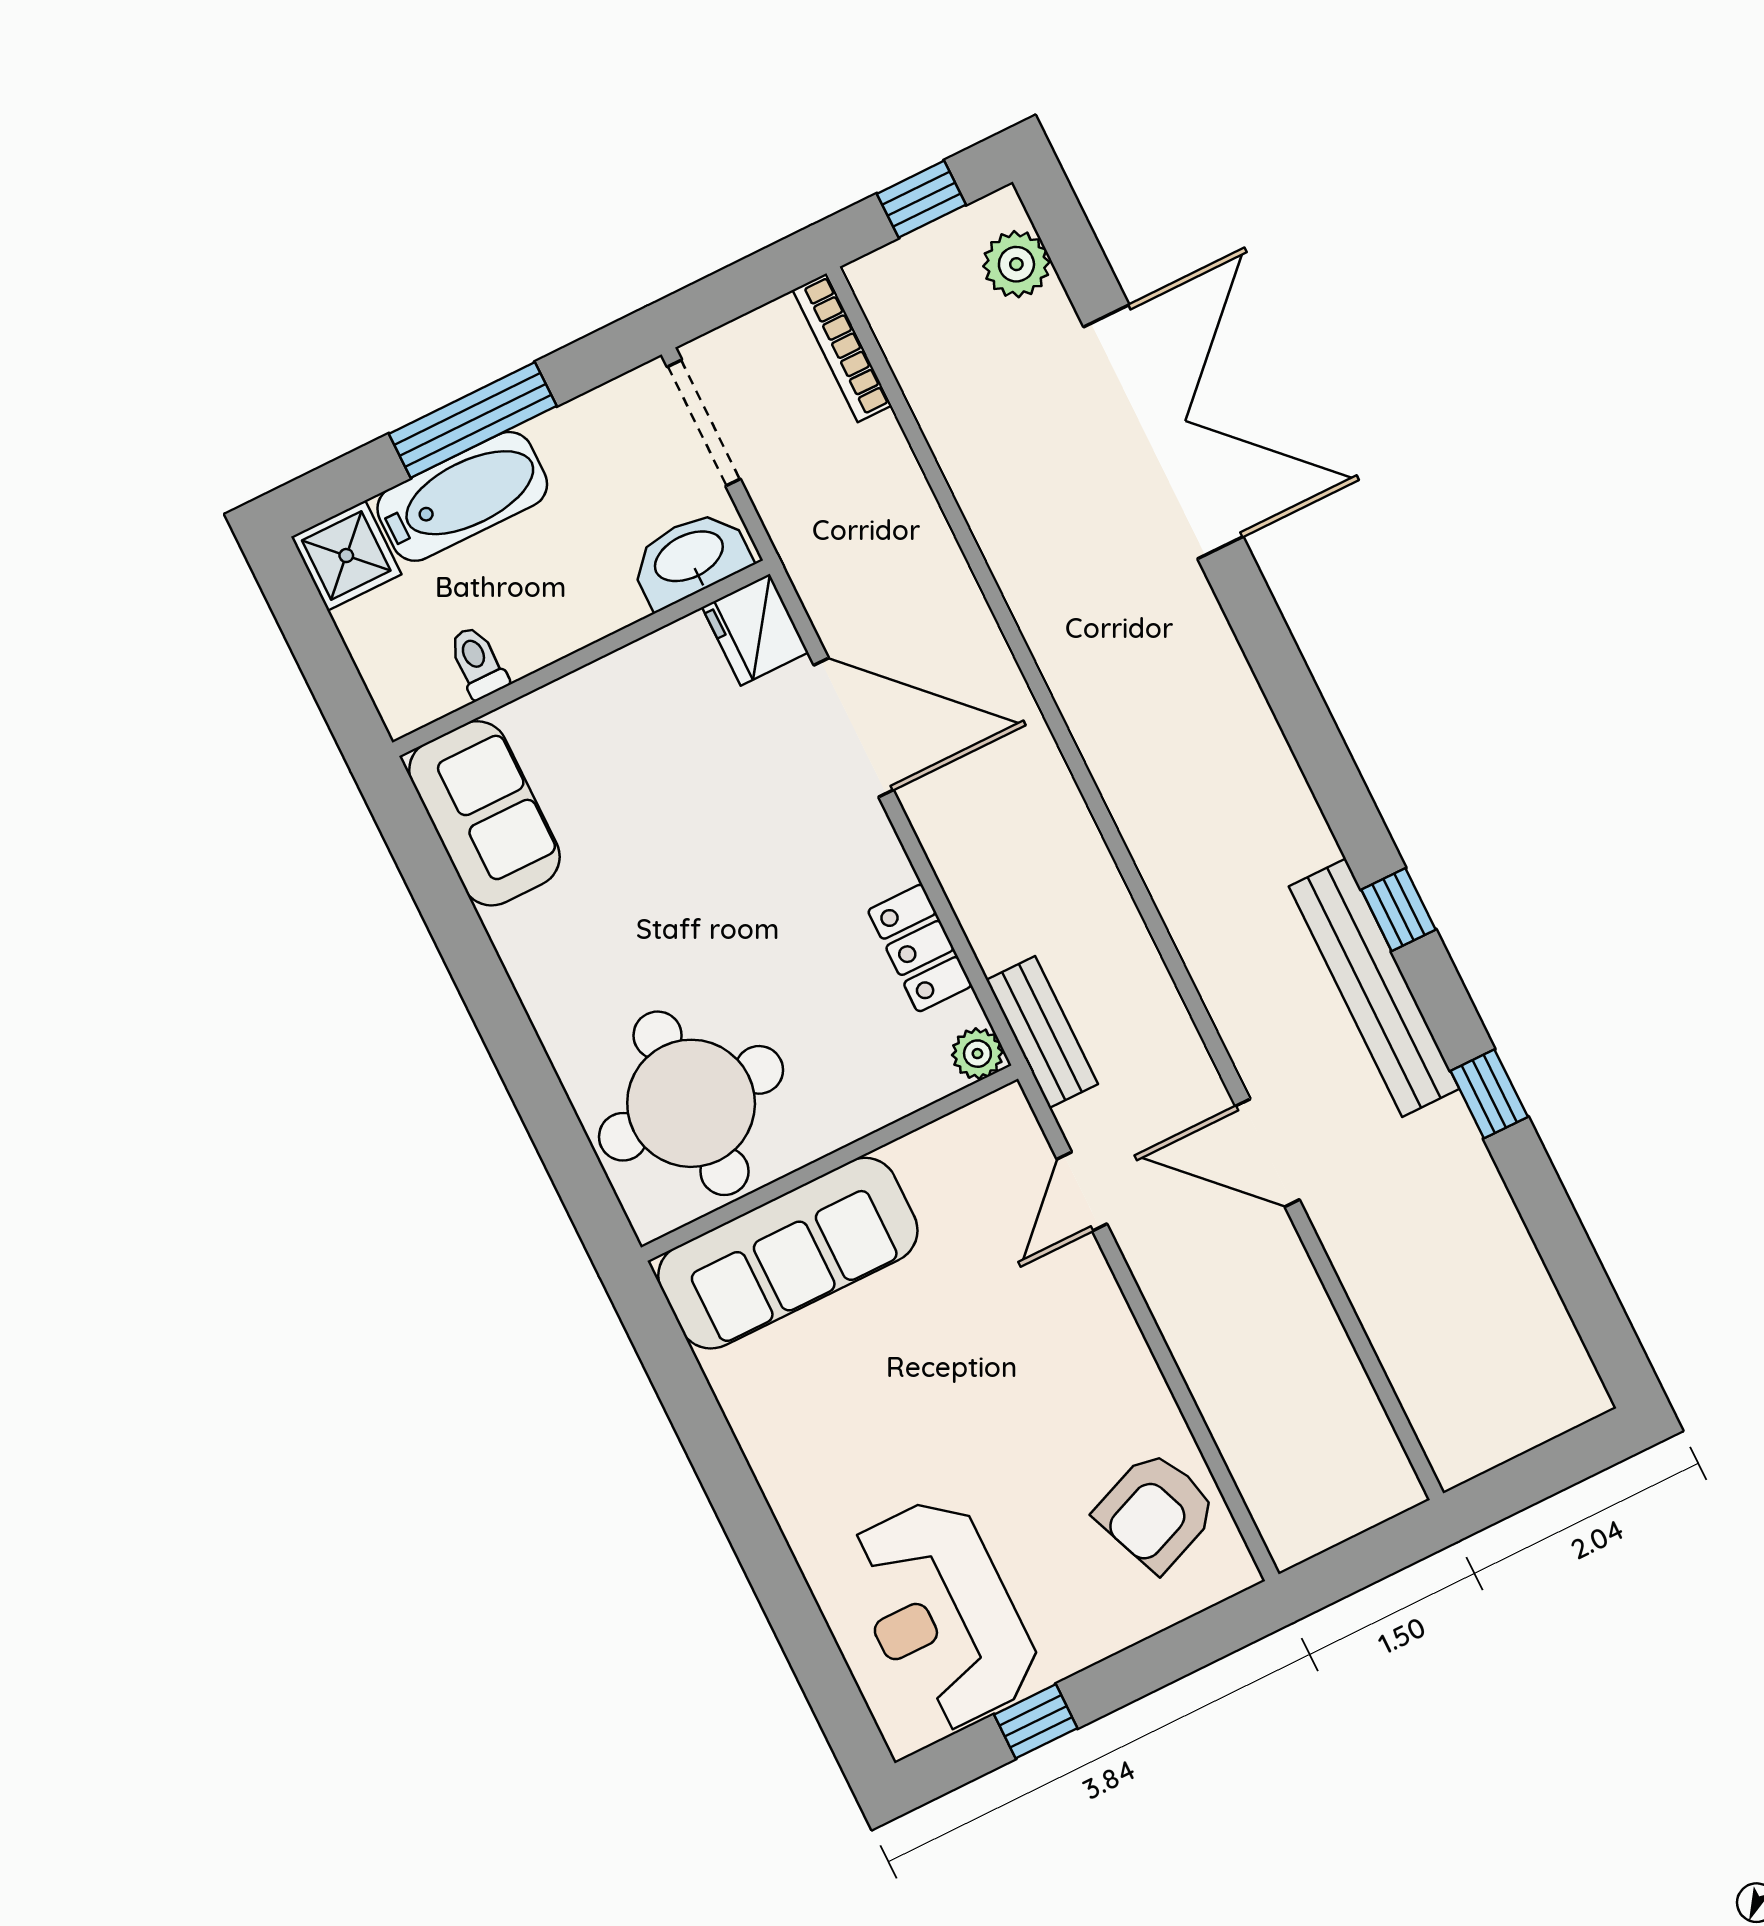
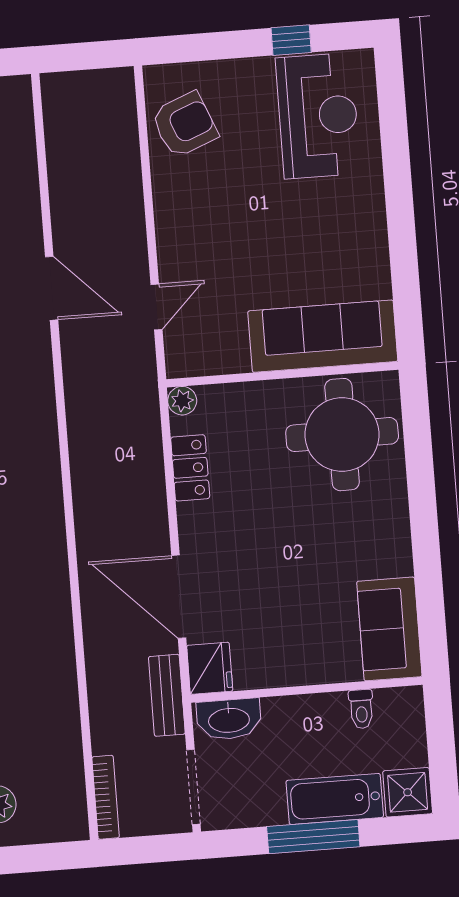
window: (921, 199) -> (33, 858), removed
bench: (1042, 1032) -> (167, 695), moved

